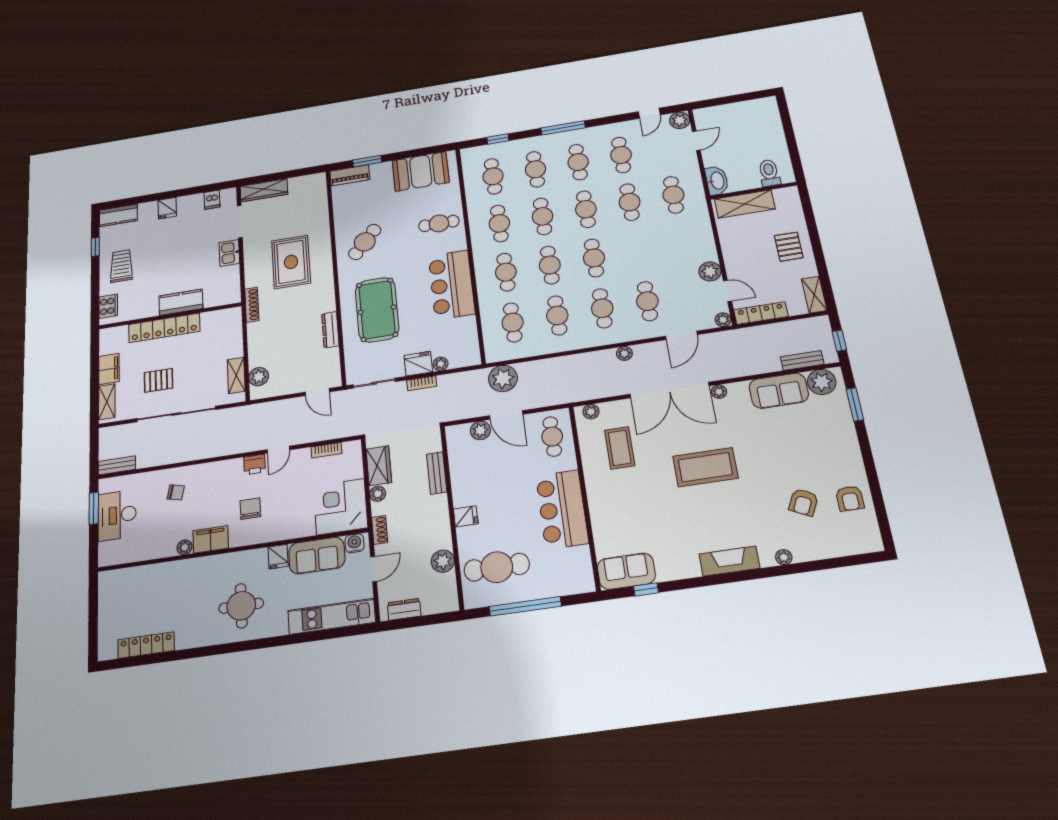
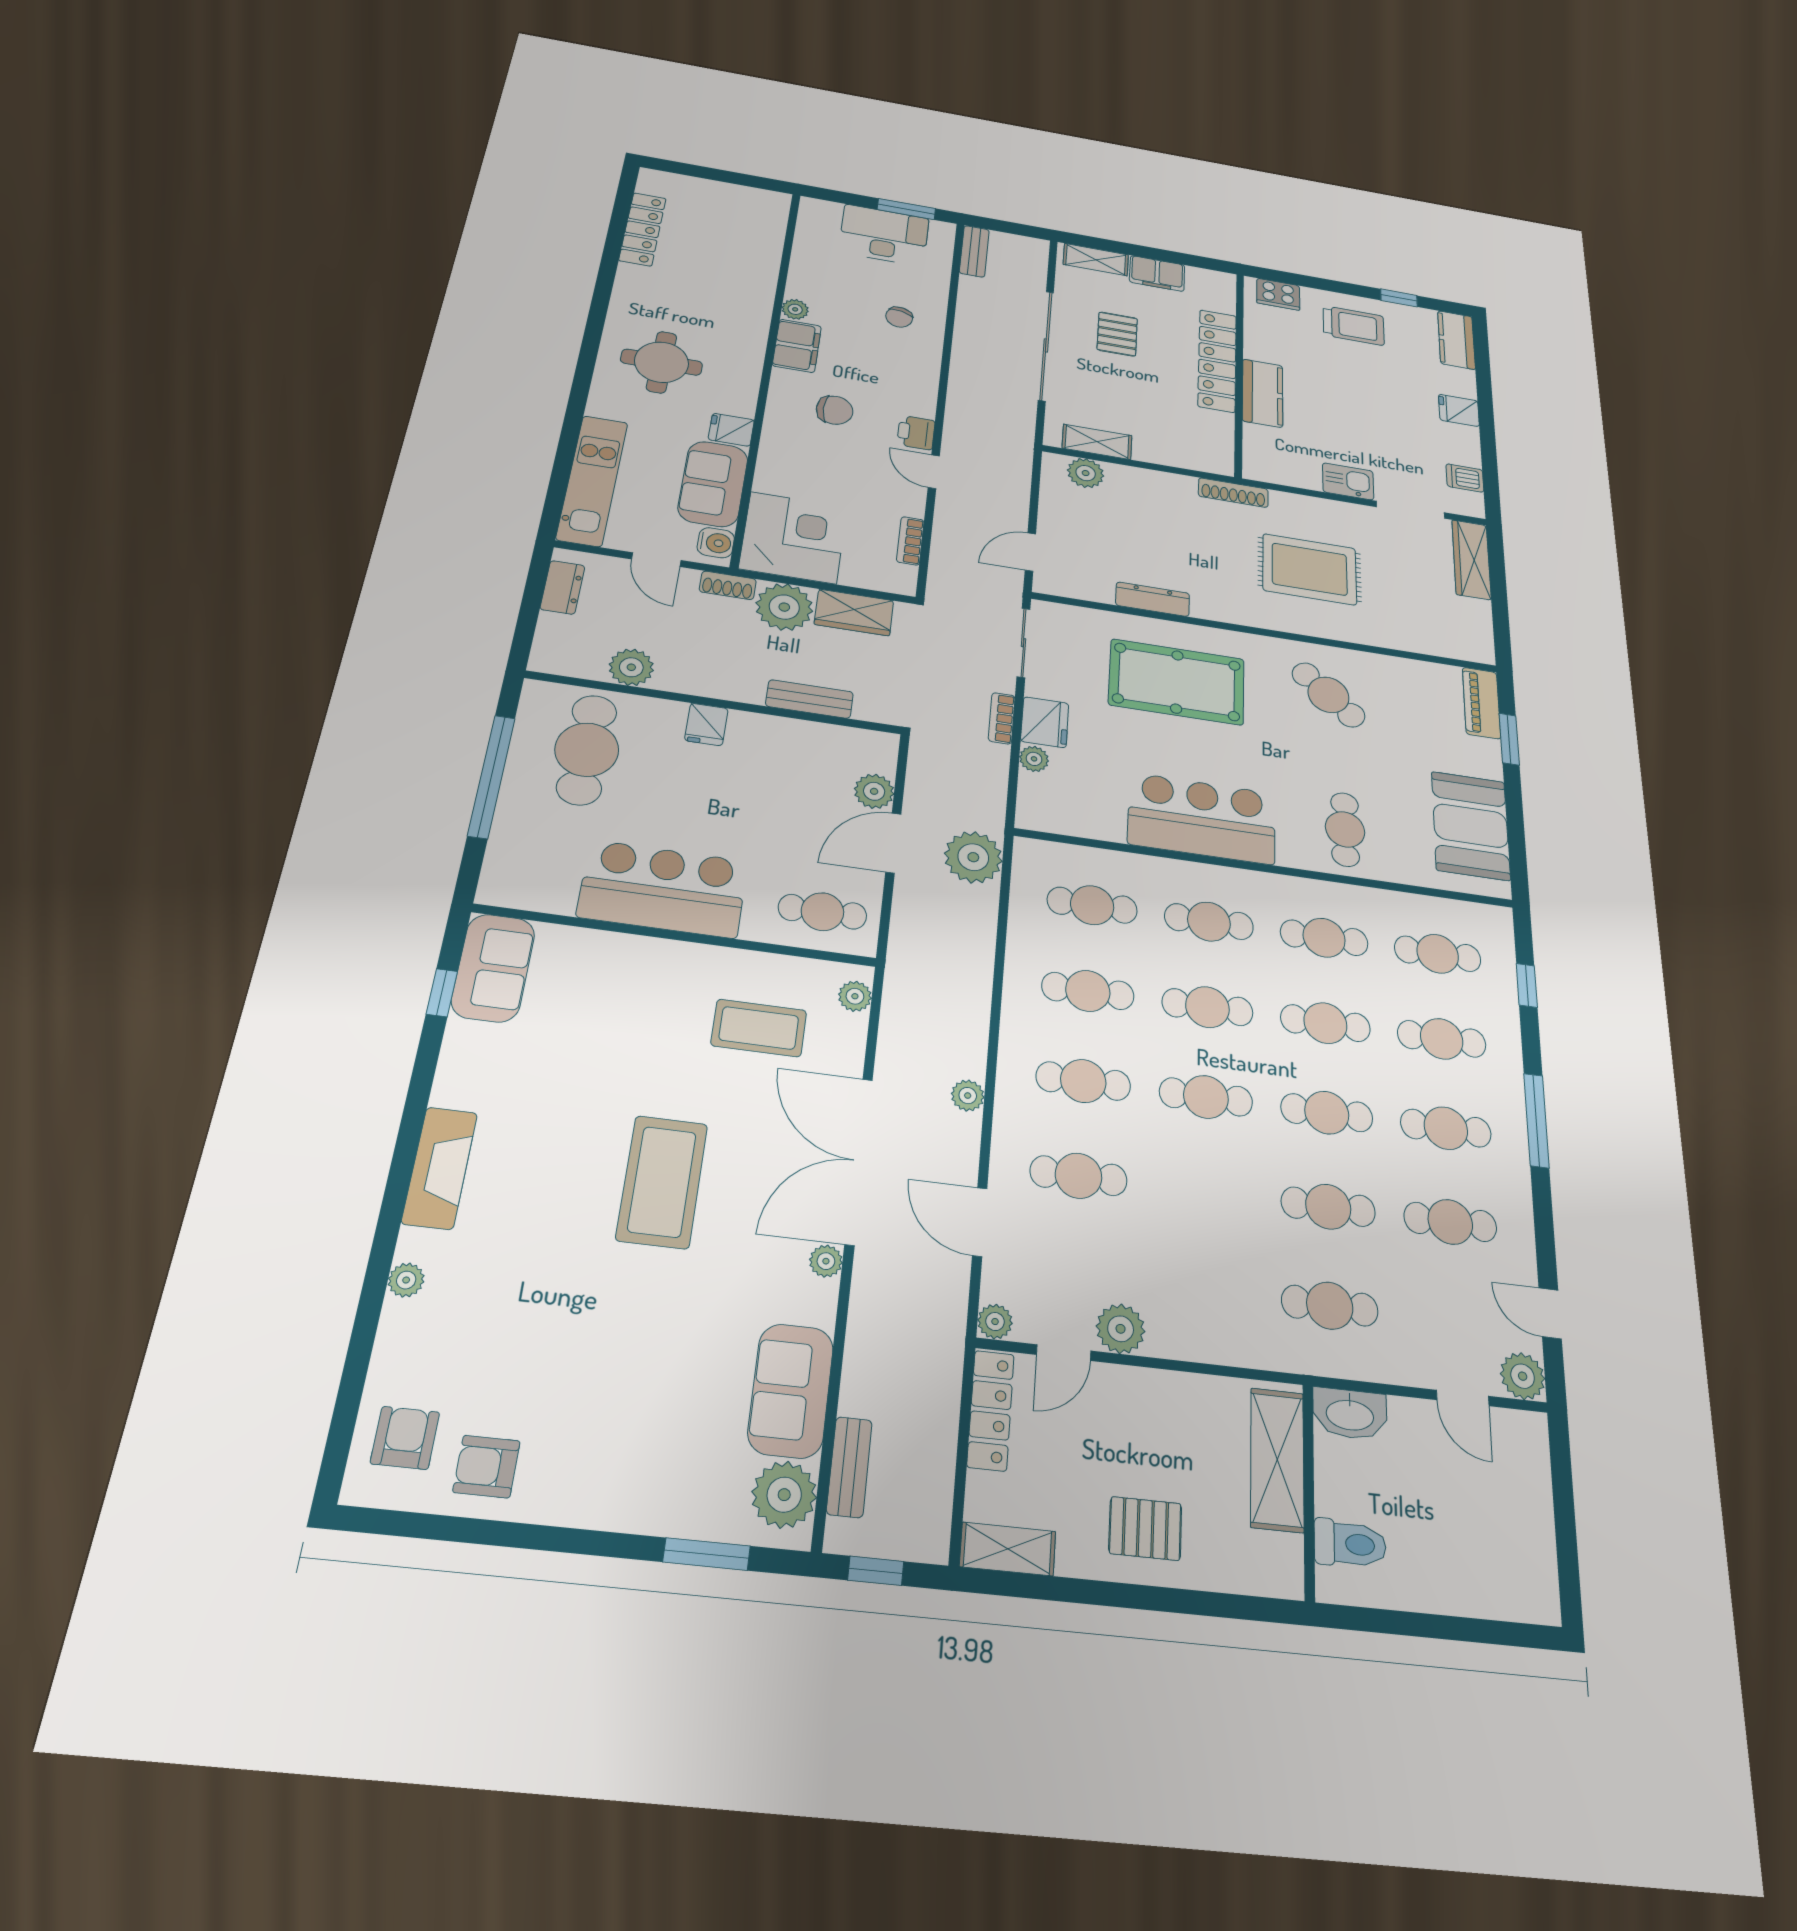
plant: (378, 494) -> (784, 607), width x1.87, depth x1.87
armchair: (803, 502) -> (405, 1438), moved, turned 64

